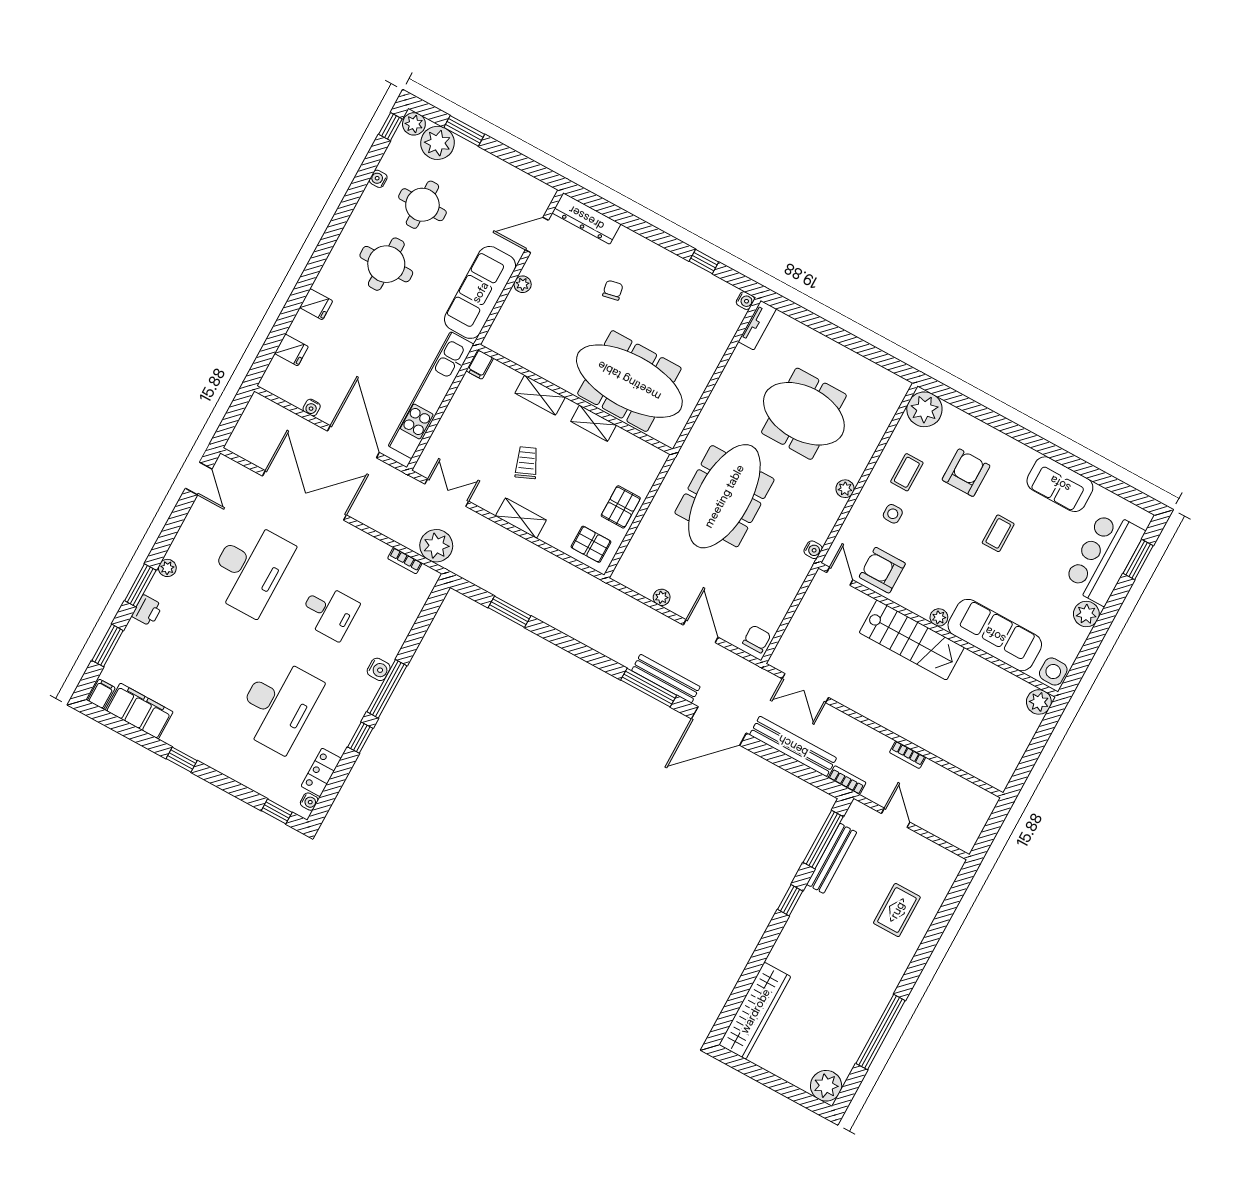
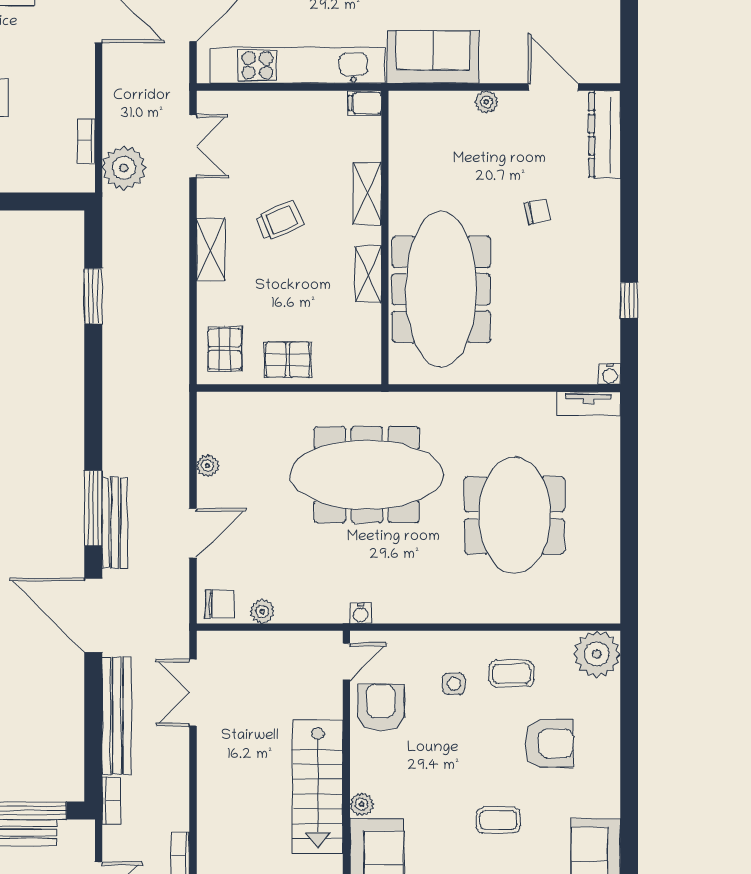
sofa: (480, 292) -> (433, 57), width x0.73
plant: (845, 489) -> (262, 612), moved

